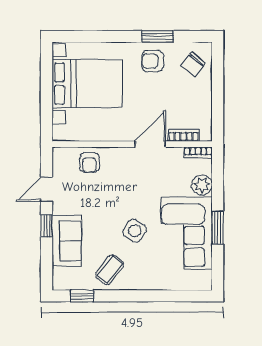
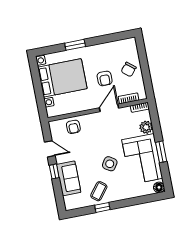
window: (157, 36) -> (75, 45), moved
armchair: (153, 61) -> (105, 78), moved, turned -90
chair: (193, 64) -> (129, 69), moved
door: (47, 189) -> (50, 149), swing flipped
floor lamp: (204, 282) -> (159, 187), added
window: (82, 296) -> (102, 207), moved

